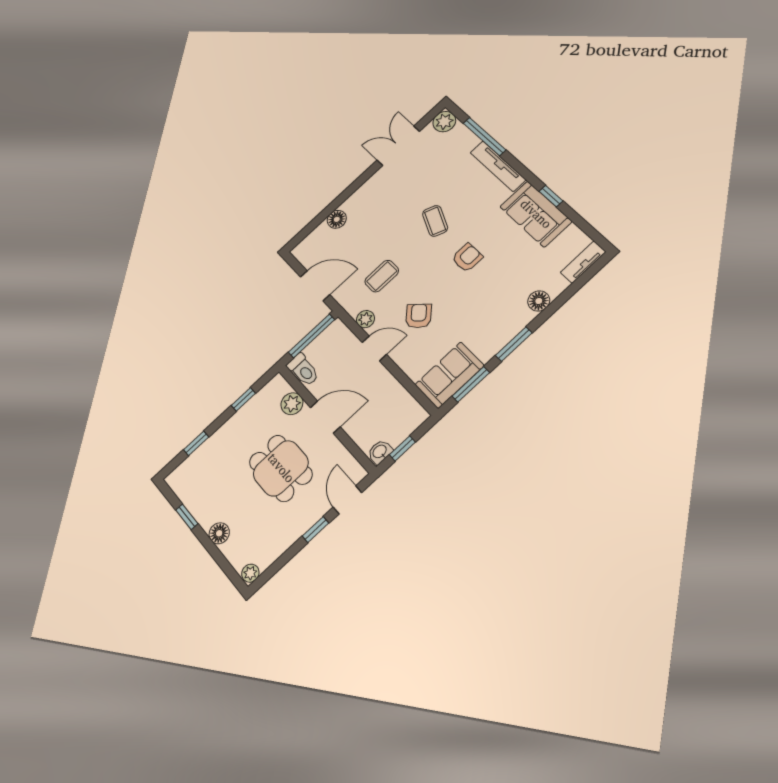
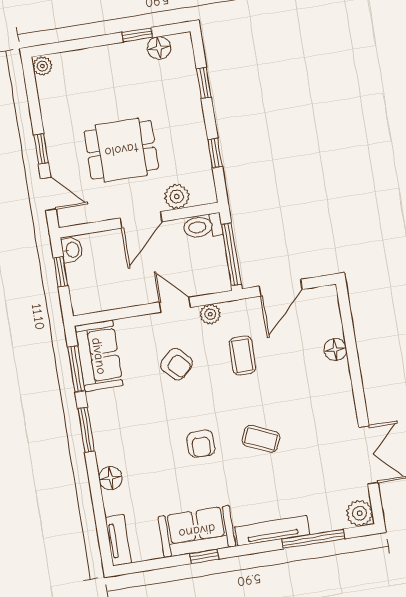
door: (374, 348) -> (175, 305), swing flipped
floor lamp: (219, 533) -> (159, 48), moved

